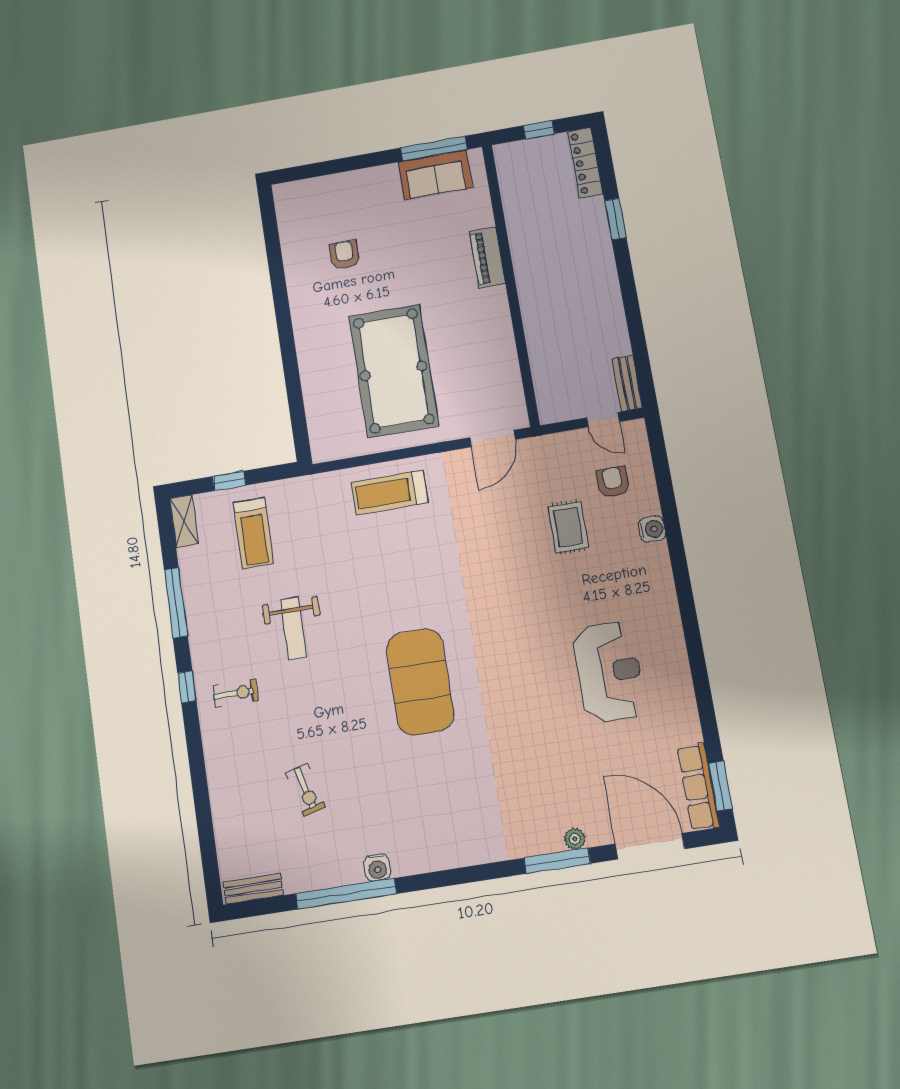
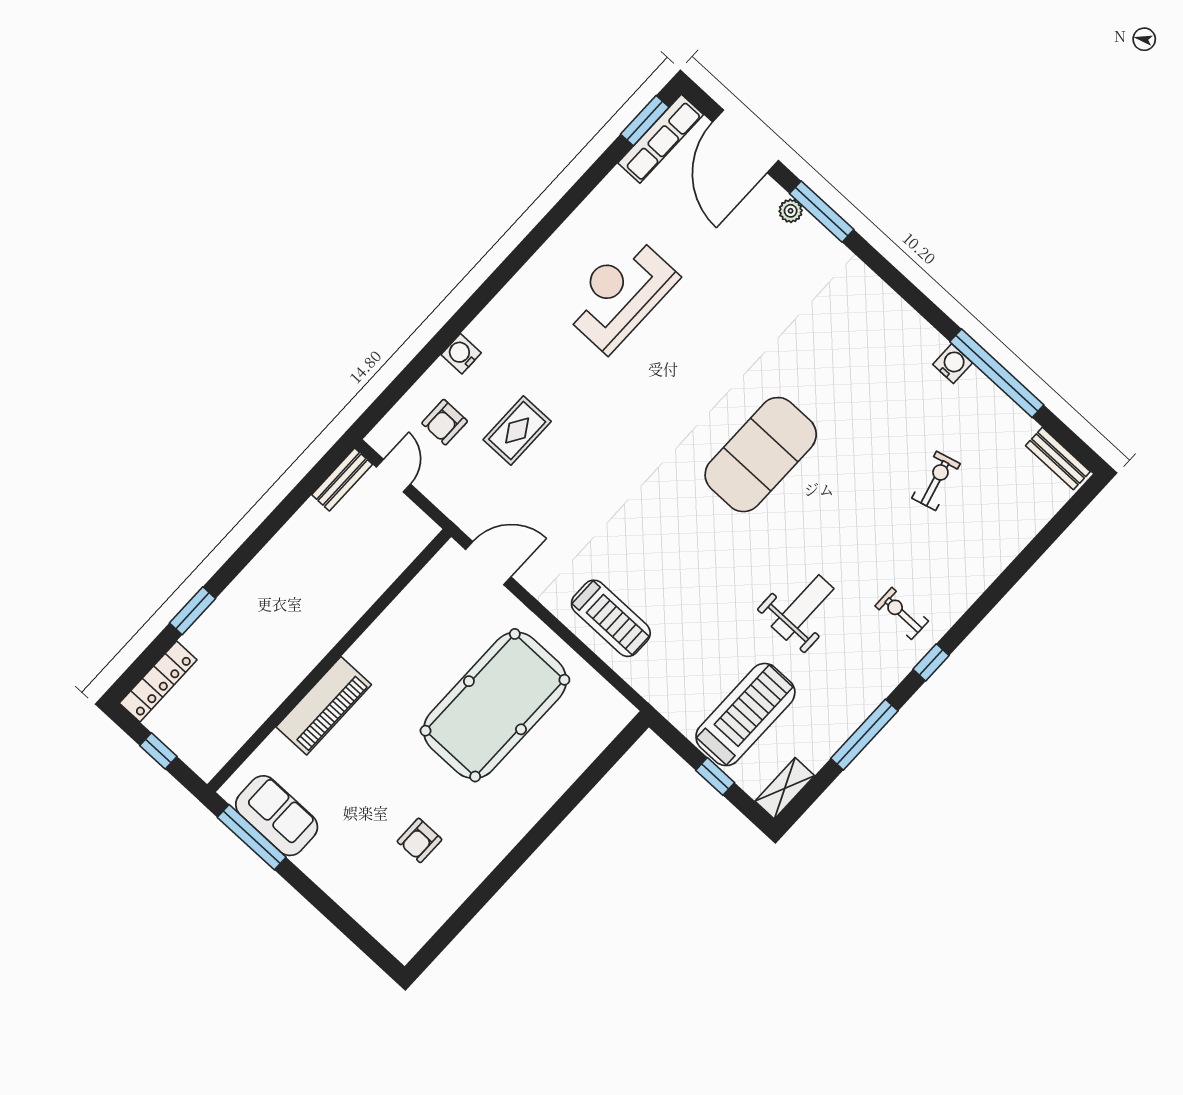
piano: (488, 257) -> (324, 706), width x1.37, depth x1.33
treadmill: (254, 533) -> (745, 715), width x1.37, depth x1.38

